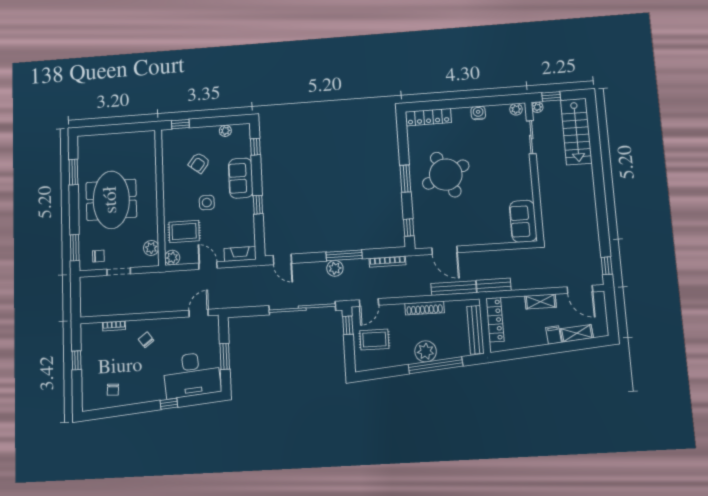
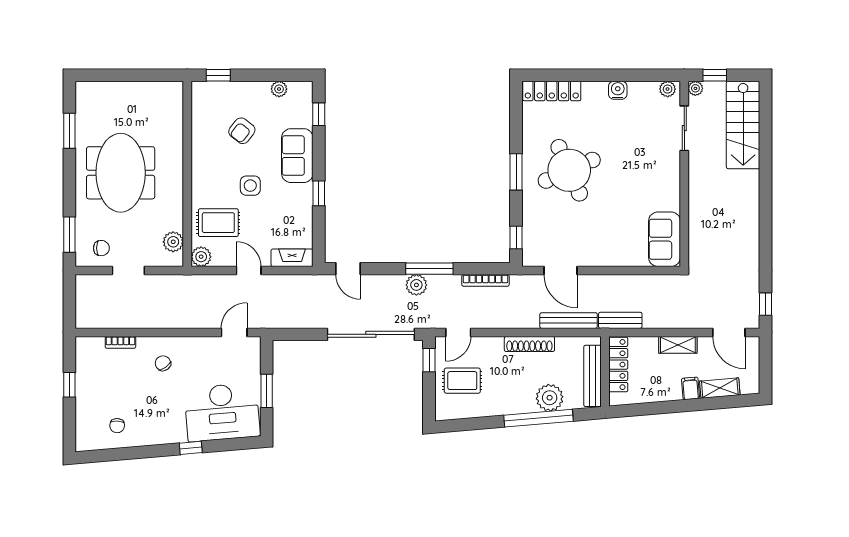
plant: (426, 351) -> (550, 398), moved

